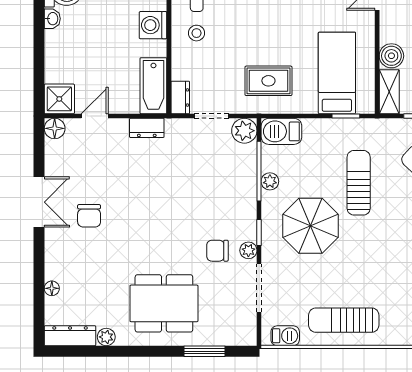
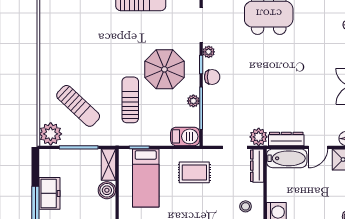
bathtub: (153, 86) -> (287, 158), moved, turned 90
dresser: (180, 97) -> (257, 166), width x1.44
dresser: (147, 128) -> (286, 139), width x1.44
plant: (244, 131) -> (259, 137), moved
sun lounger: (359, 183) -> (130, 100), turned 180
chair: (89, 216) -> (322, 76), removed
chair: (217, 251) -> (212, 77), moved

